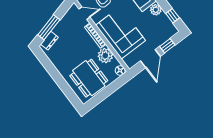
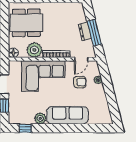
window: (49, 27) -> (94, 33), moved
dresser: (49, 41) -> (85, 32), moved

